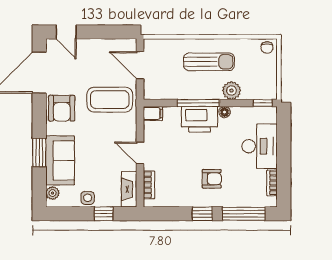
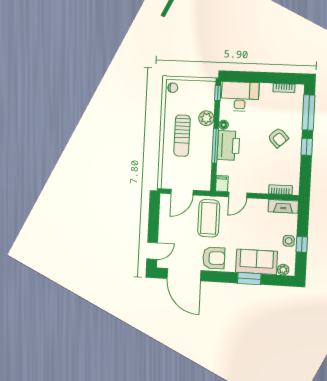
sun lounger: (209, 62) -> (182, 136), turned 180
desk: (260, 146) -> (240, 97), moved
door: (140, 153) -> (238, 195), moved
armchair: (212, 179) -> (278, 138), turned 137
window: (104, 214) -> (302, 244), moved

